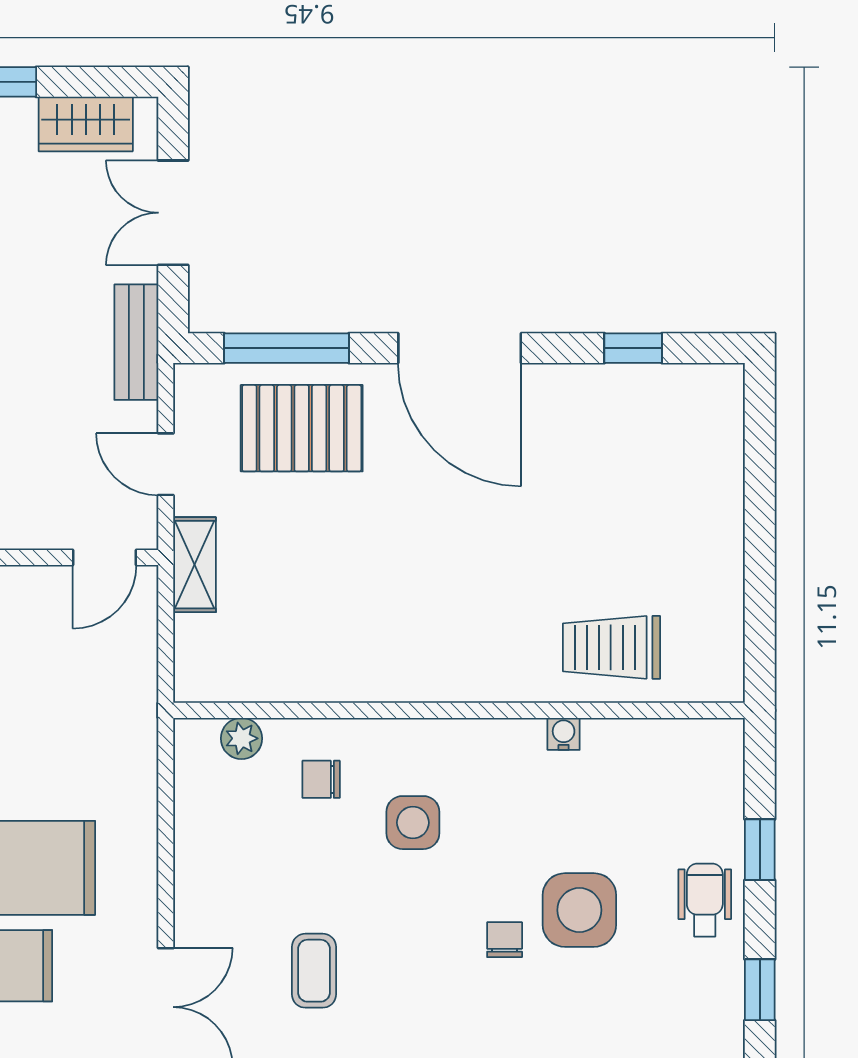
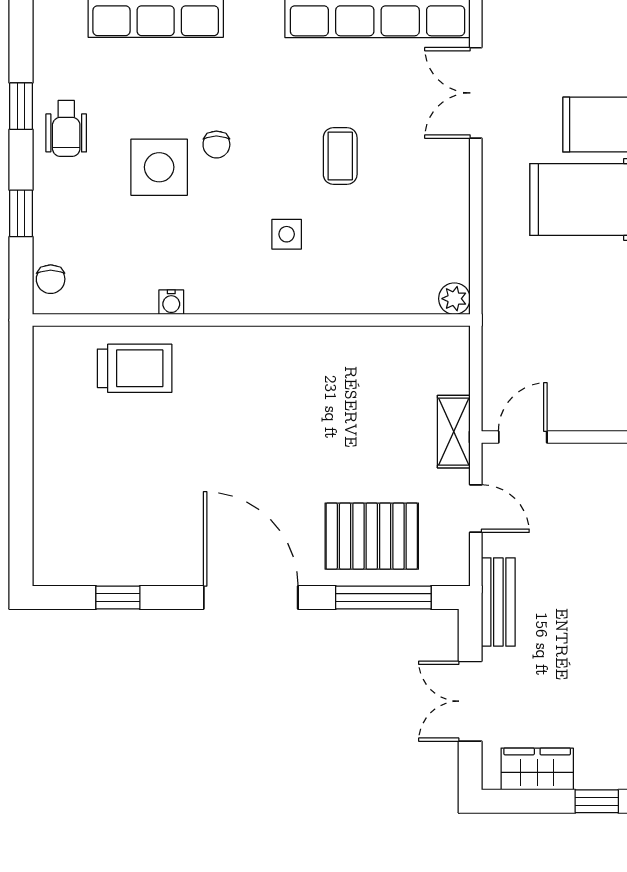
double door: (173, 213) -> (470, 701), swing flipped
plant: (241, 738) -> (454, 299), moved
chair: (321, 779) -> (51, 279), moved, turned 90
side table: (413, 823) -> (287, 234), width x0.73, depth x0.73
wheelchair: (705, 900) -> (66, 128), moved
coffee table: (314, 971) -> (340, 156), moved

